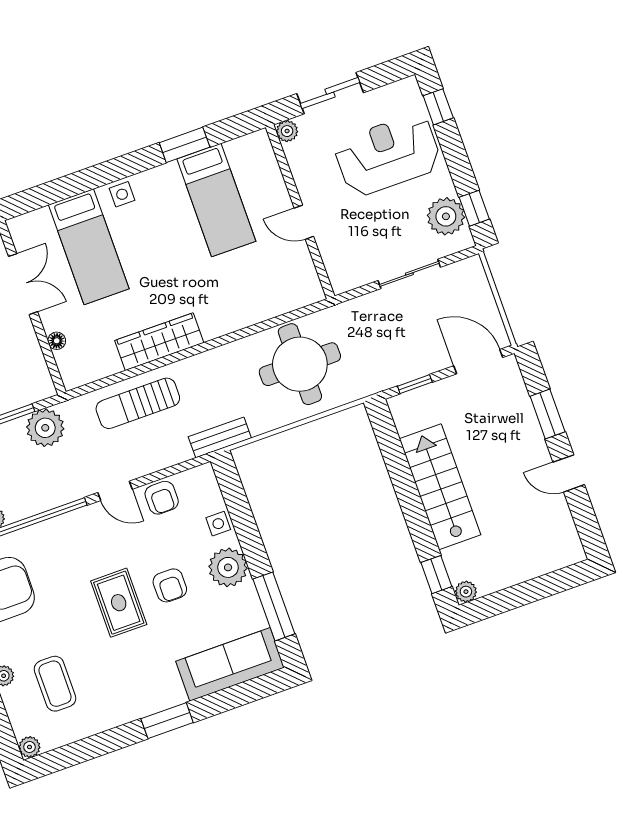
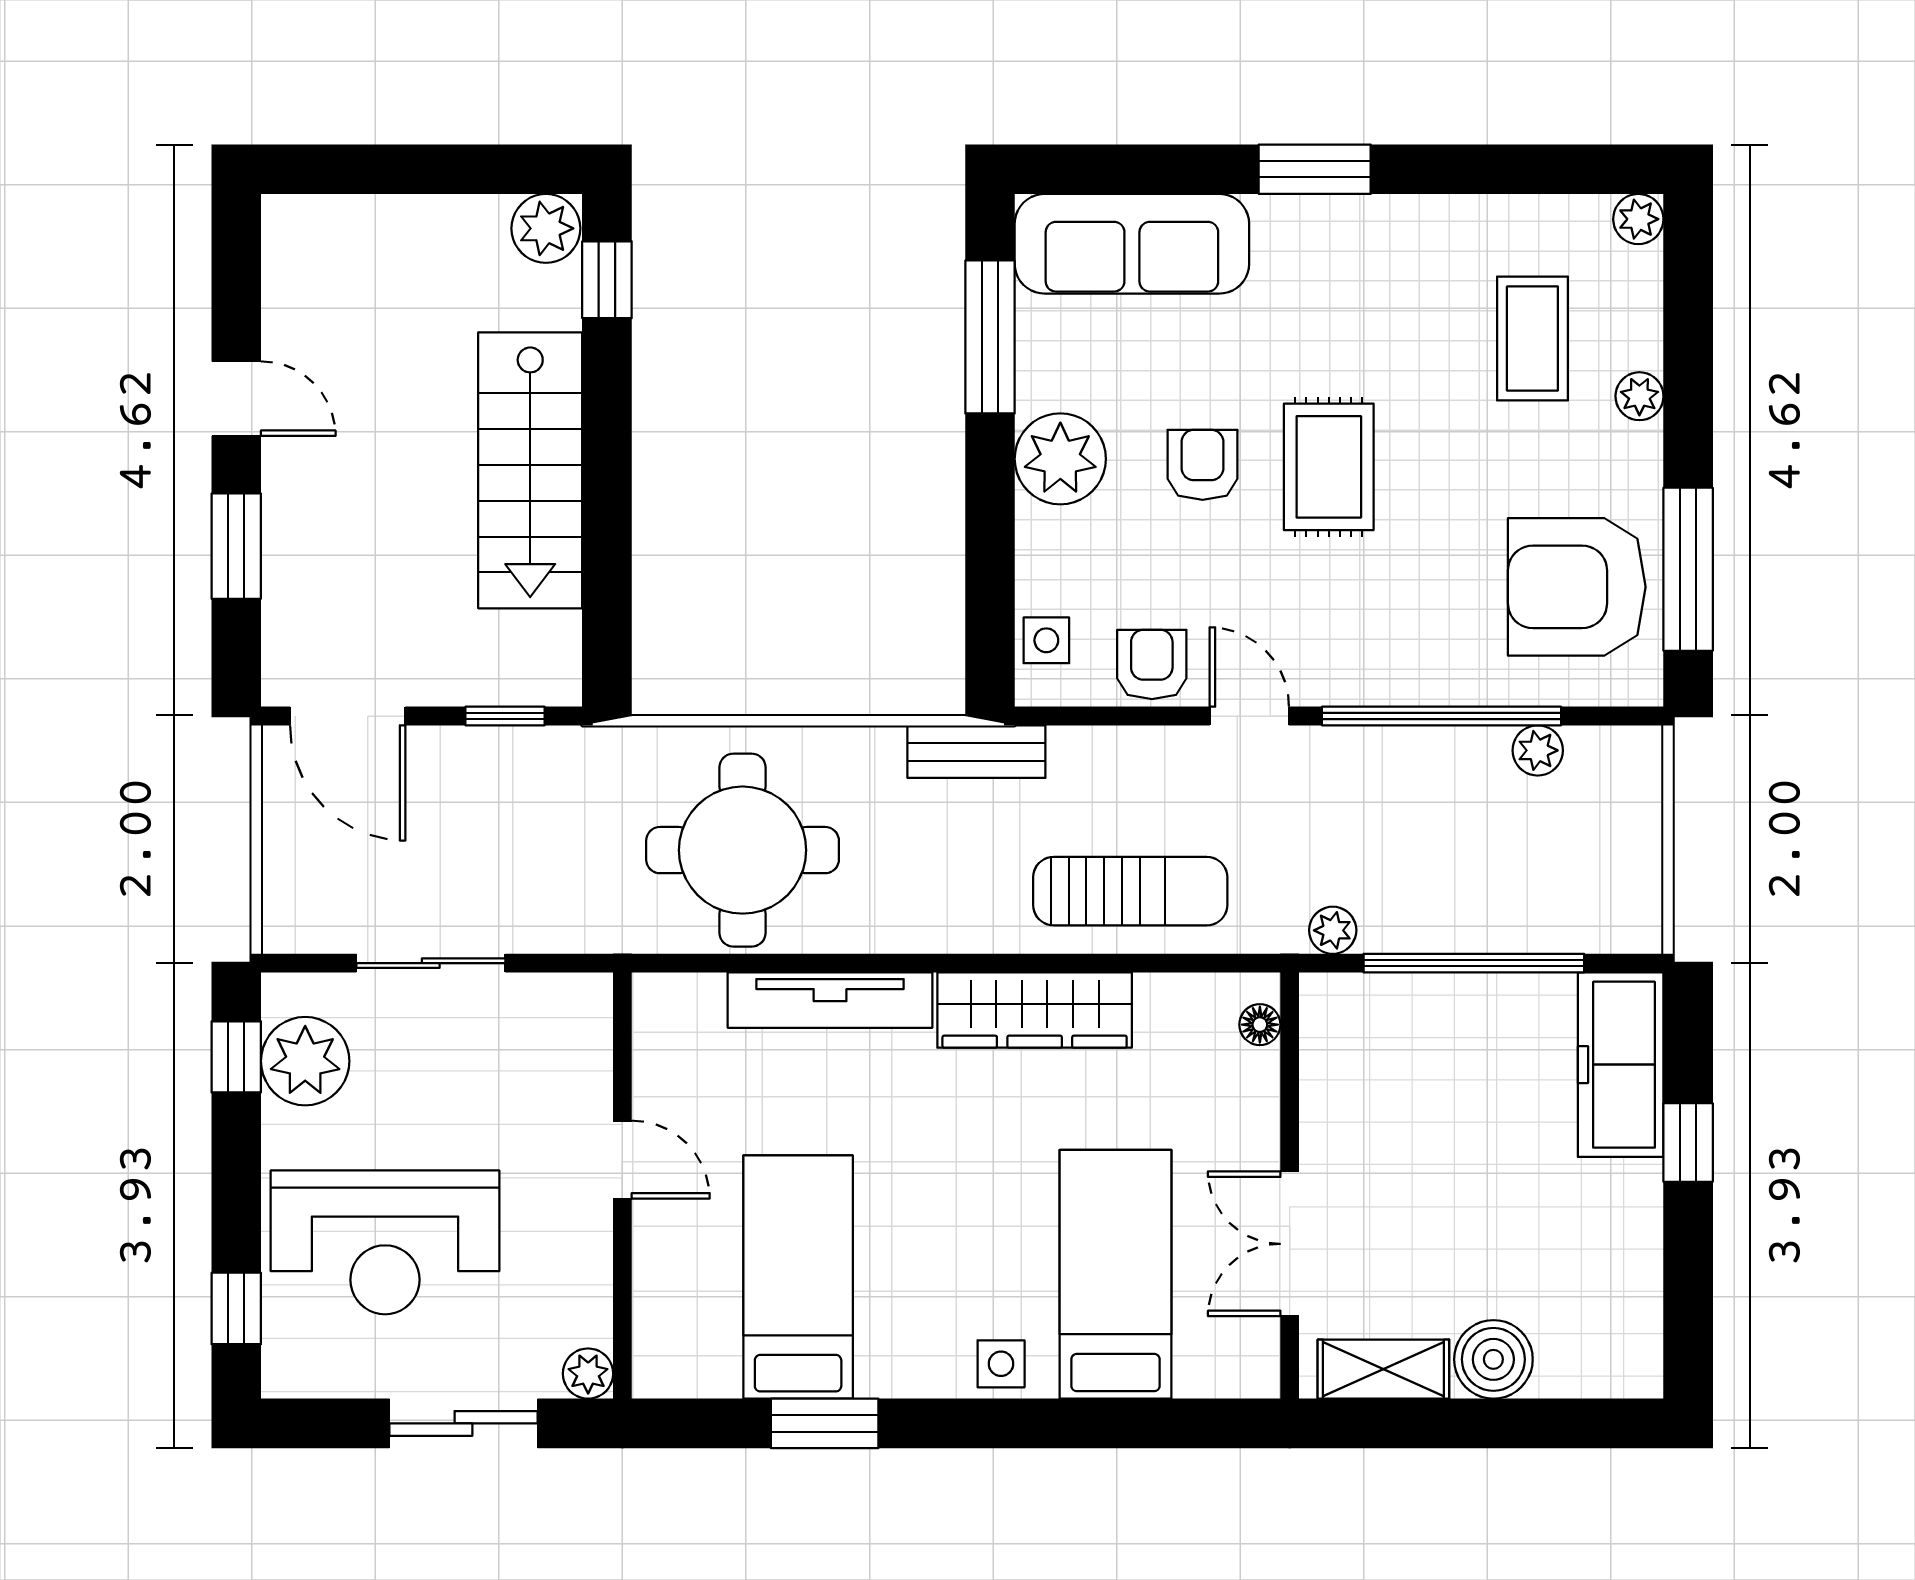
tv unit: (243, 316) -> (830, 1000), added
floor lamp: (57, 341) -> (1260, 1025), moved
plant: (45, 428) -> (1333, 930), width x0.53, depth x0.53
side table: (218, 524) -> (1046, 640), moved
plant: (466, 592) -> (546, 228), width x1.38, depth x1.38

